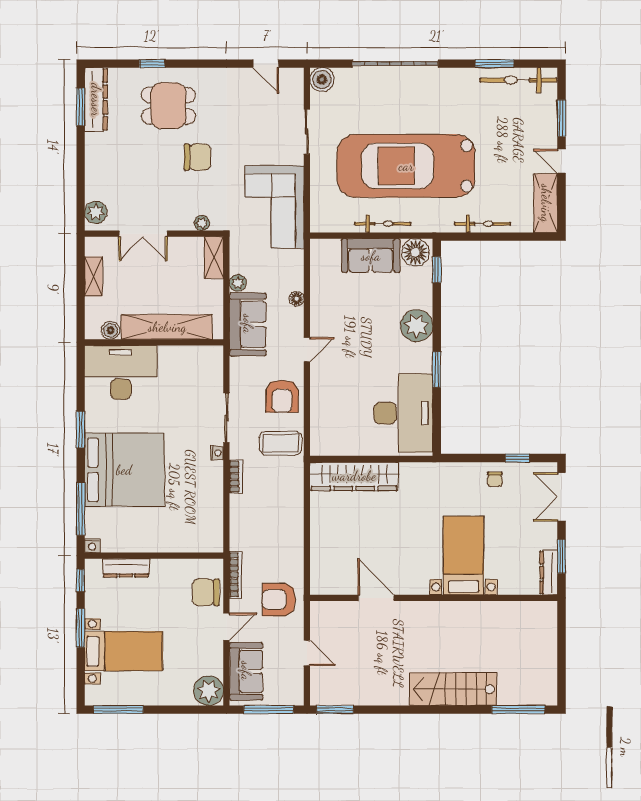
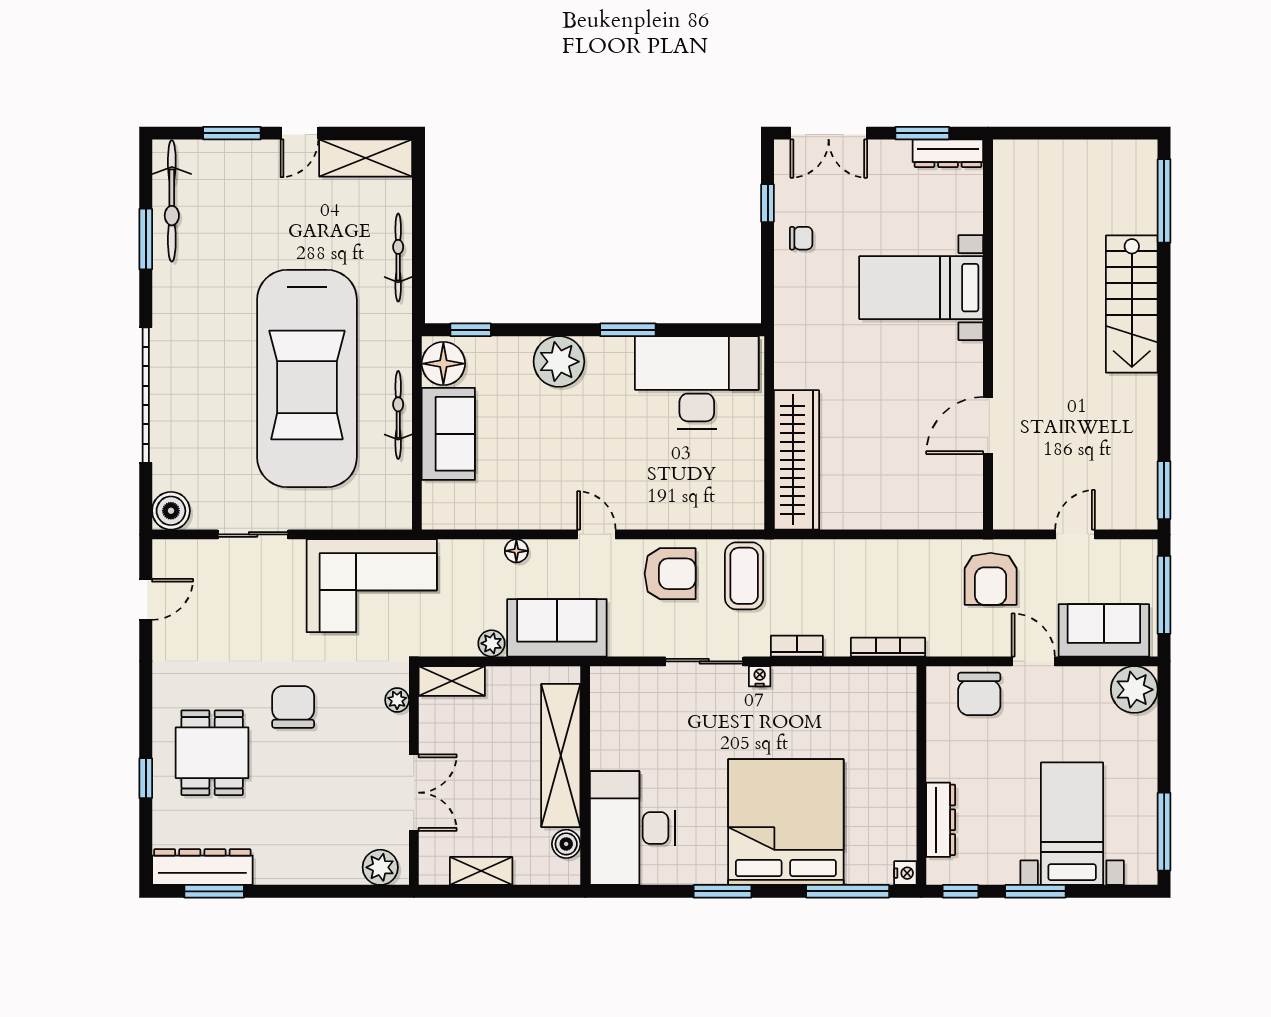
bookcase: (235, 575) -> (888, 647), moved

